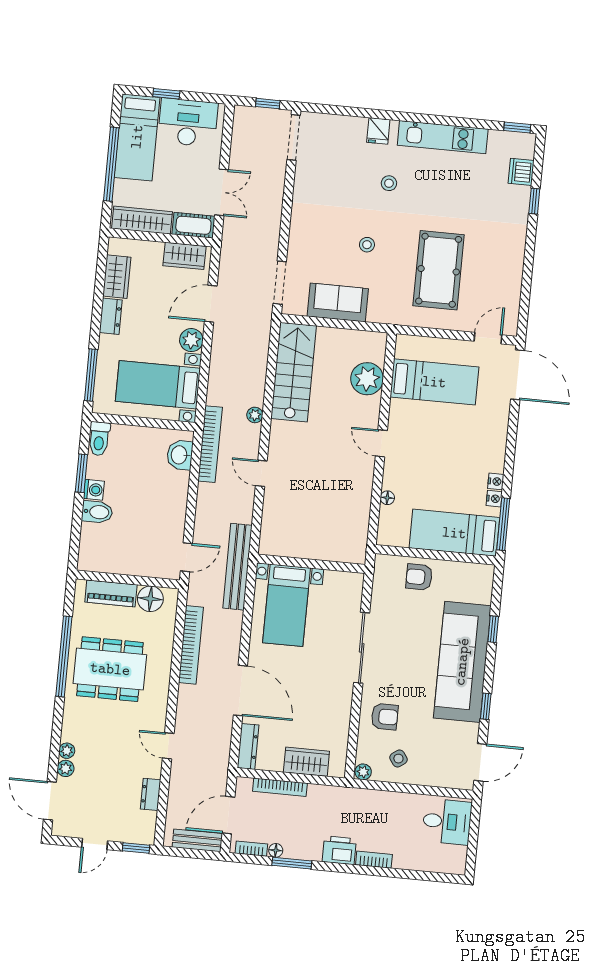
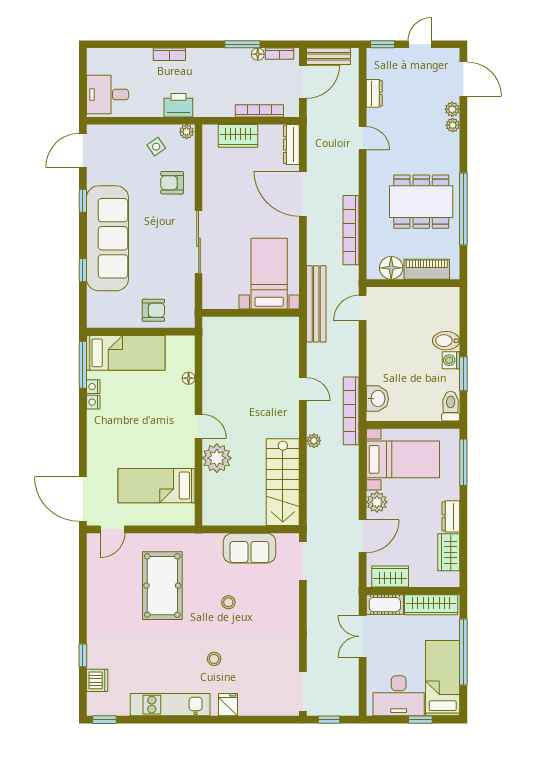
plant: (367, 379) -> (217, 458), moved
printer: (339, 850) -> (178, 105), moved, turned 180

